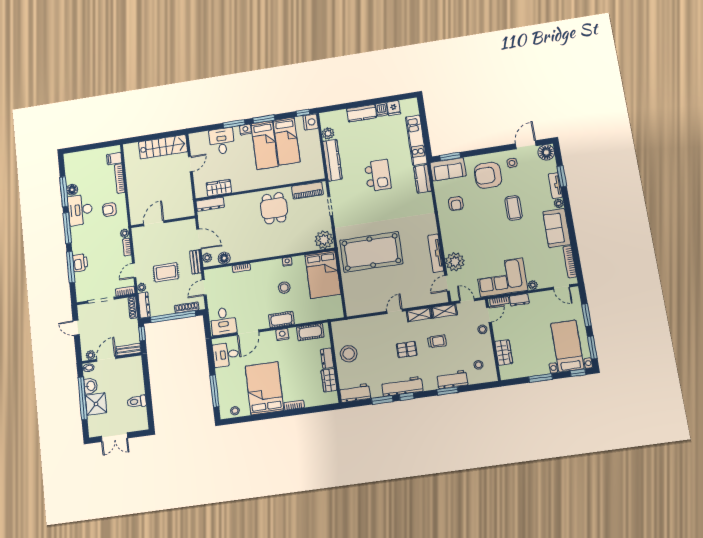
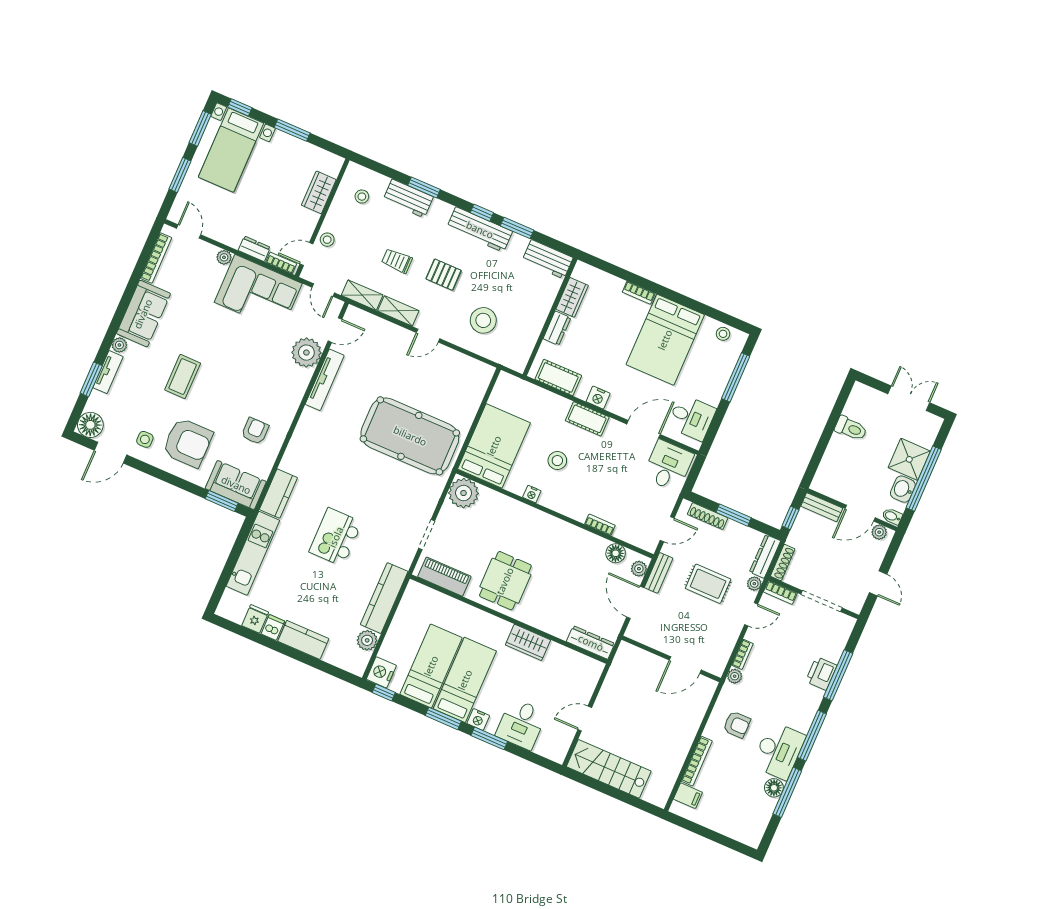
wardrobe: (219, 188) -> (528, 642), moved
window: (173, 317) -> (734, 515), width x0.47
stool: (349, 354) -> (483, 320), moved

